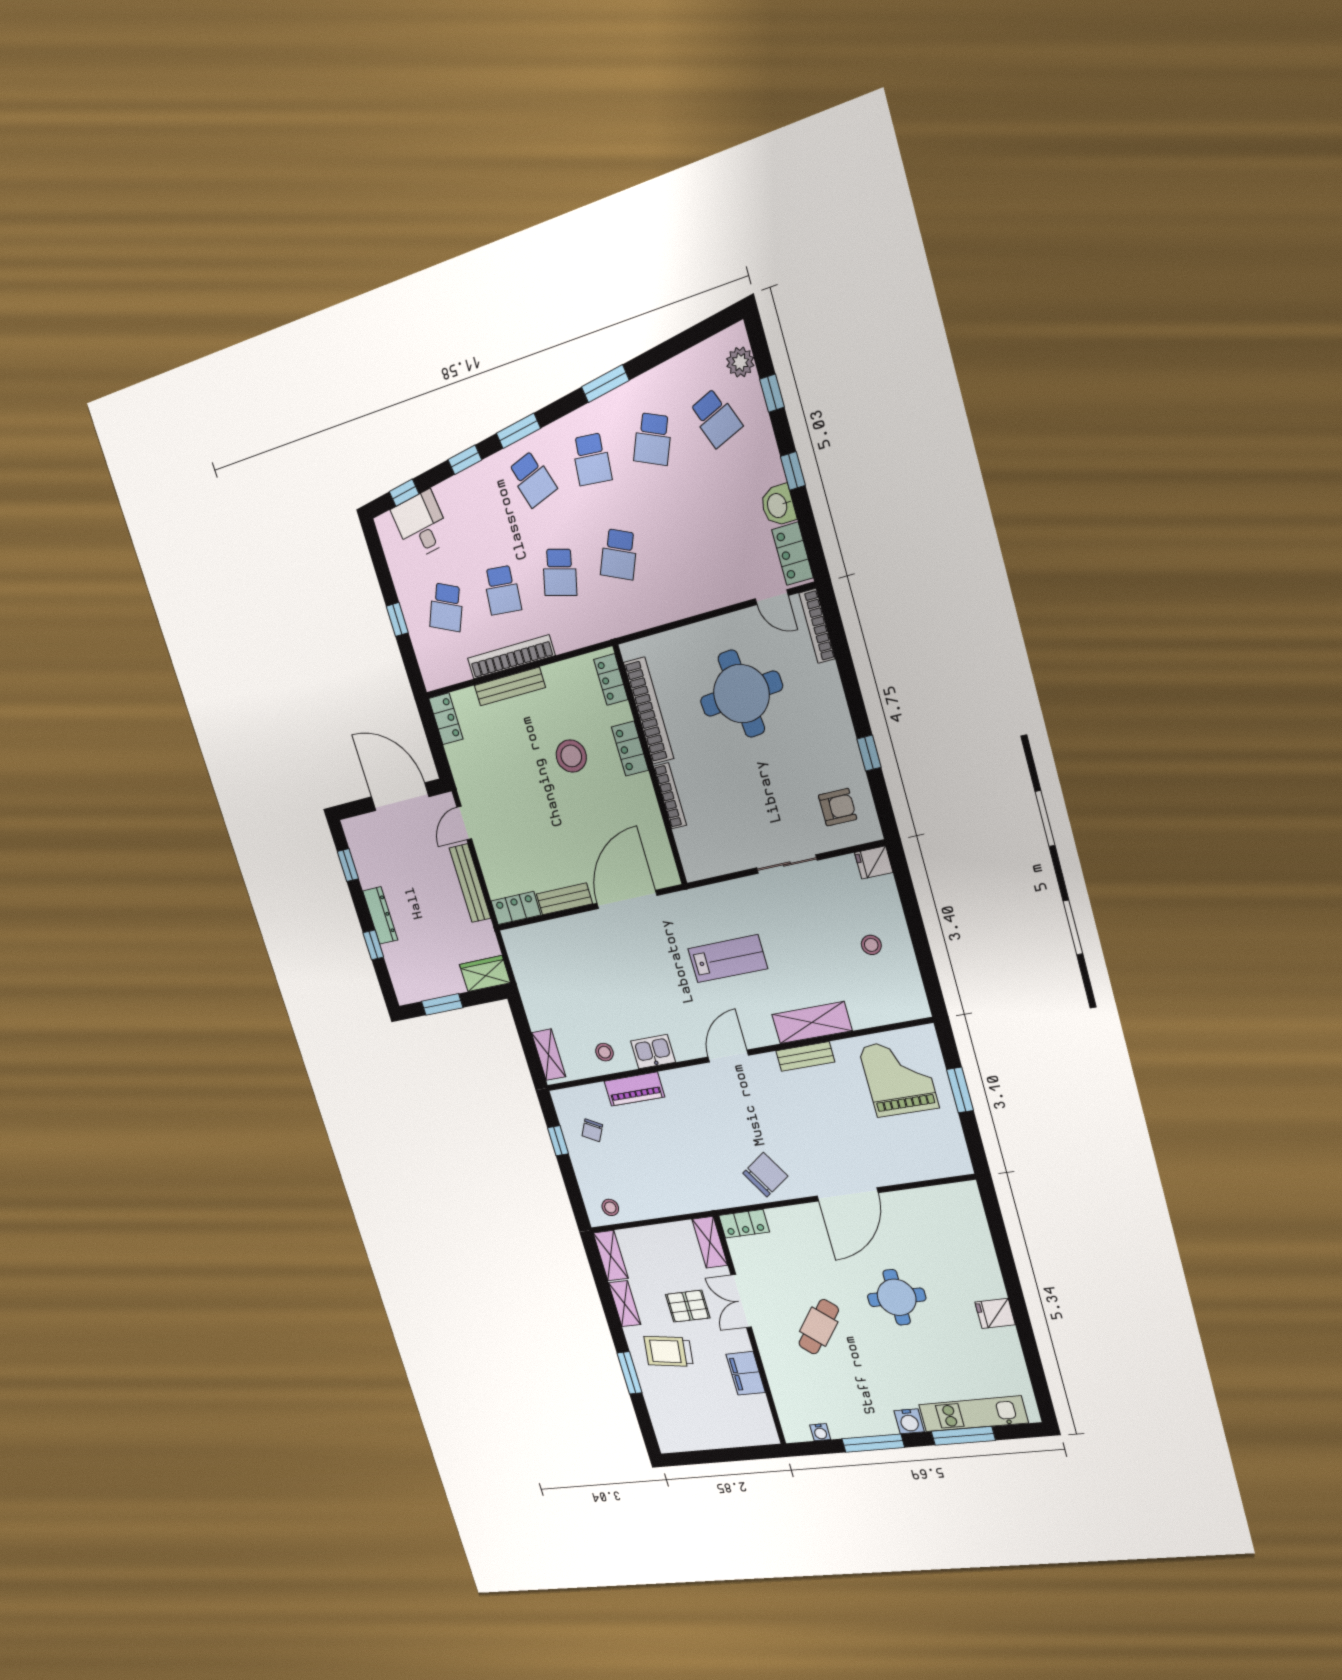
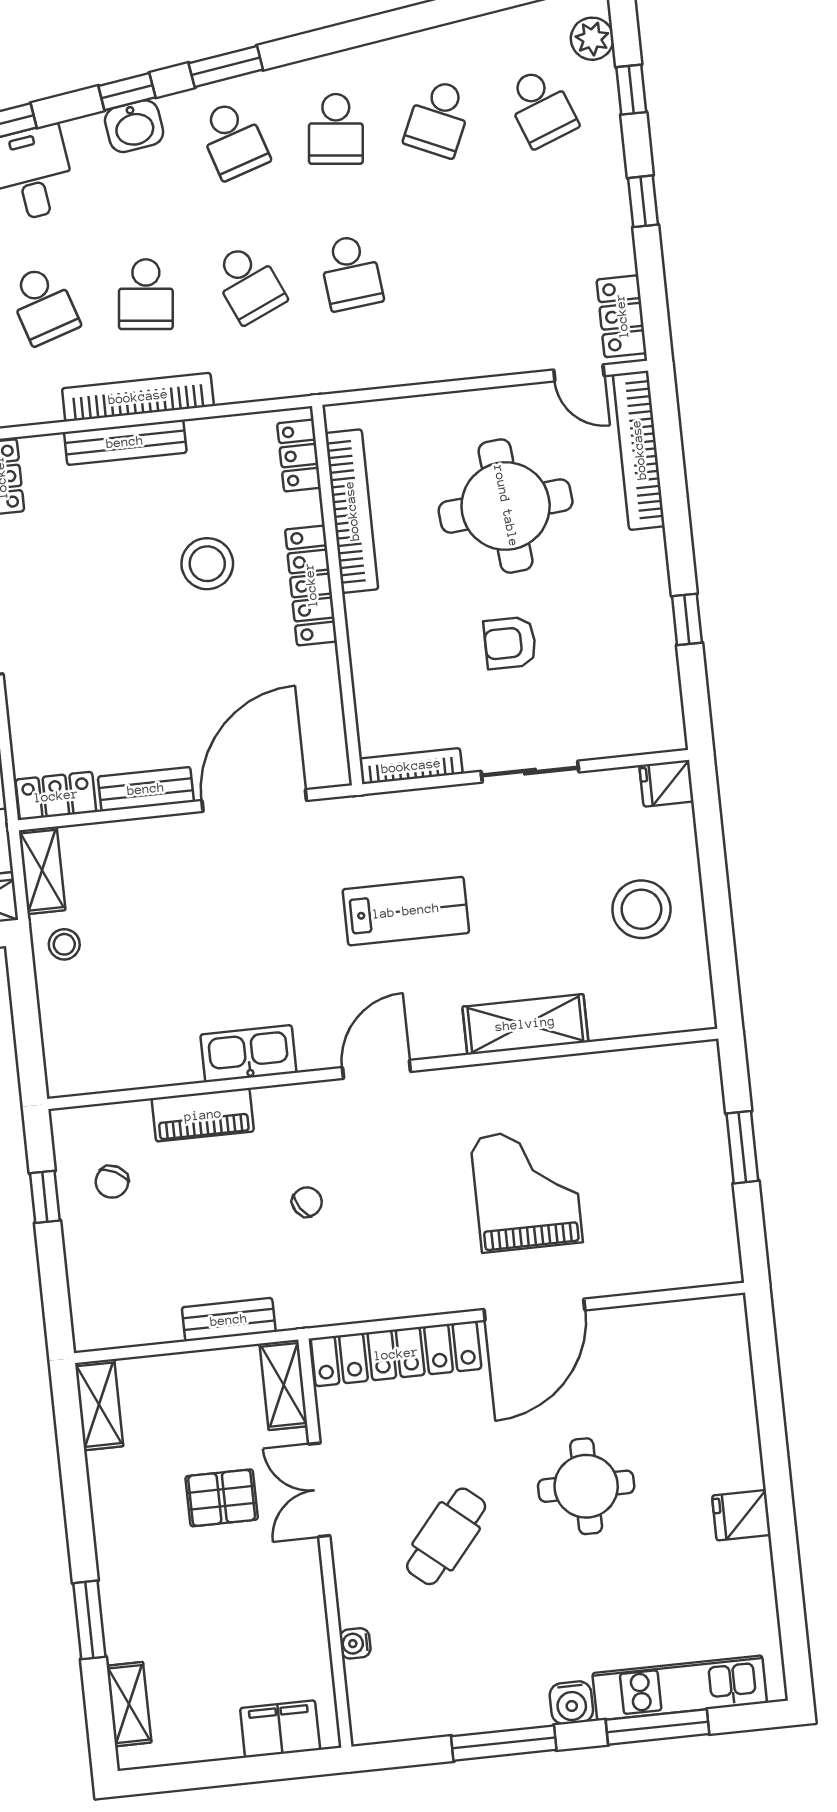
window: (605, 384) -> (380, 27), removed
washbasin: (778, 505) -> (134, 126), moved, turned -98
school desk: (619, 554) -> (351, 273), turned -30
school desk: (560, 572) -> (248, 283), turned -39
school desk: (446, 607) -> (43, 305), turned -42
bookcase: (817, 626) -> (639, 450), width x1.48, depth x1.31
locker: (630, 749) -> (311, 585), width x1.53
bookcase: (670, 796) -> (411, 766), moved, turned -90
armchair: (838, 807) -> (510, 643), moved, turned 180
stool: (871, 945) -> (641, 909), width x1.89, depth x1.89
stool: (604, 1052) -> (64, 944), moved
kitchen sink: (653, 1052) -> (248, 1054), width x1.38
shelving: (549, 1055) -> (42, 870), moved
bench: (805, 1056) -> (229, 1320), moved
grand piano: (899, 1077) -> (526, 1190), moved
chair: (765, 1175) -> (307, 1202), moved, width x0.54, depth x0.54
stool: (610, 1207) -> (116, 1319), removed
locker: (744, 1224) -> (396, 1354), width x2.16, depth x1.21
shelving: (625, 1304) -> (129, 1704), moved
trolley: (668, 1351) -> (170, 1580), removed
filing cabinet: (746, 1373) -> (280, 1729), moved, turned 90
water cooler: (820, 1432) -> (355, 1643), moved, turned 90

